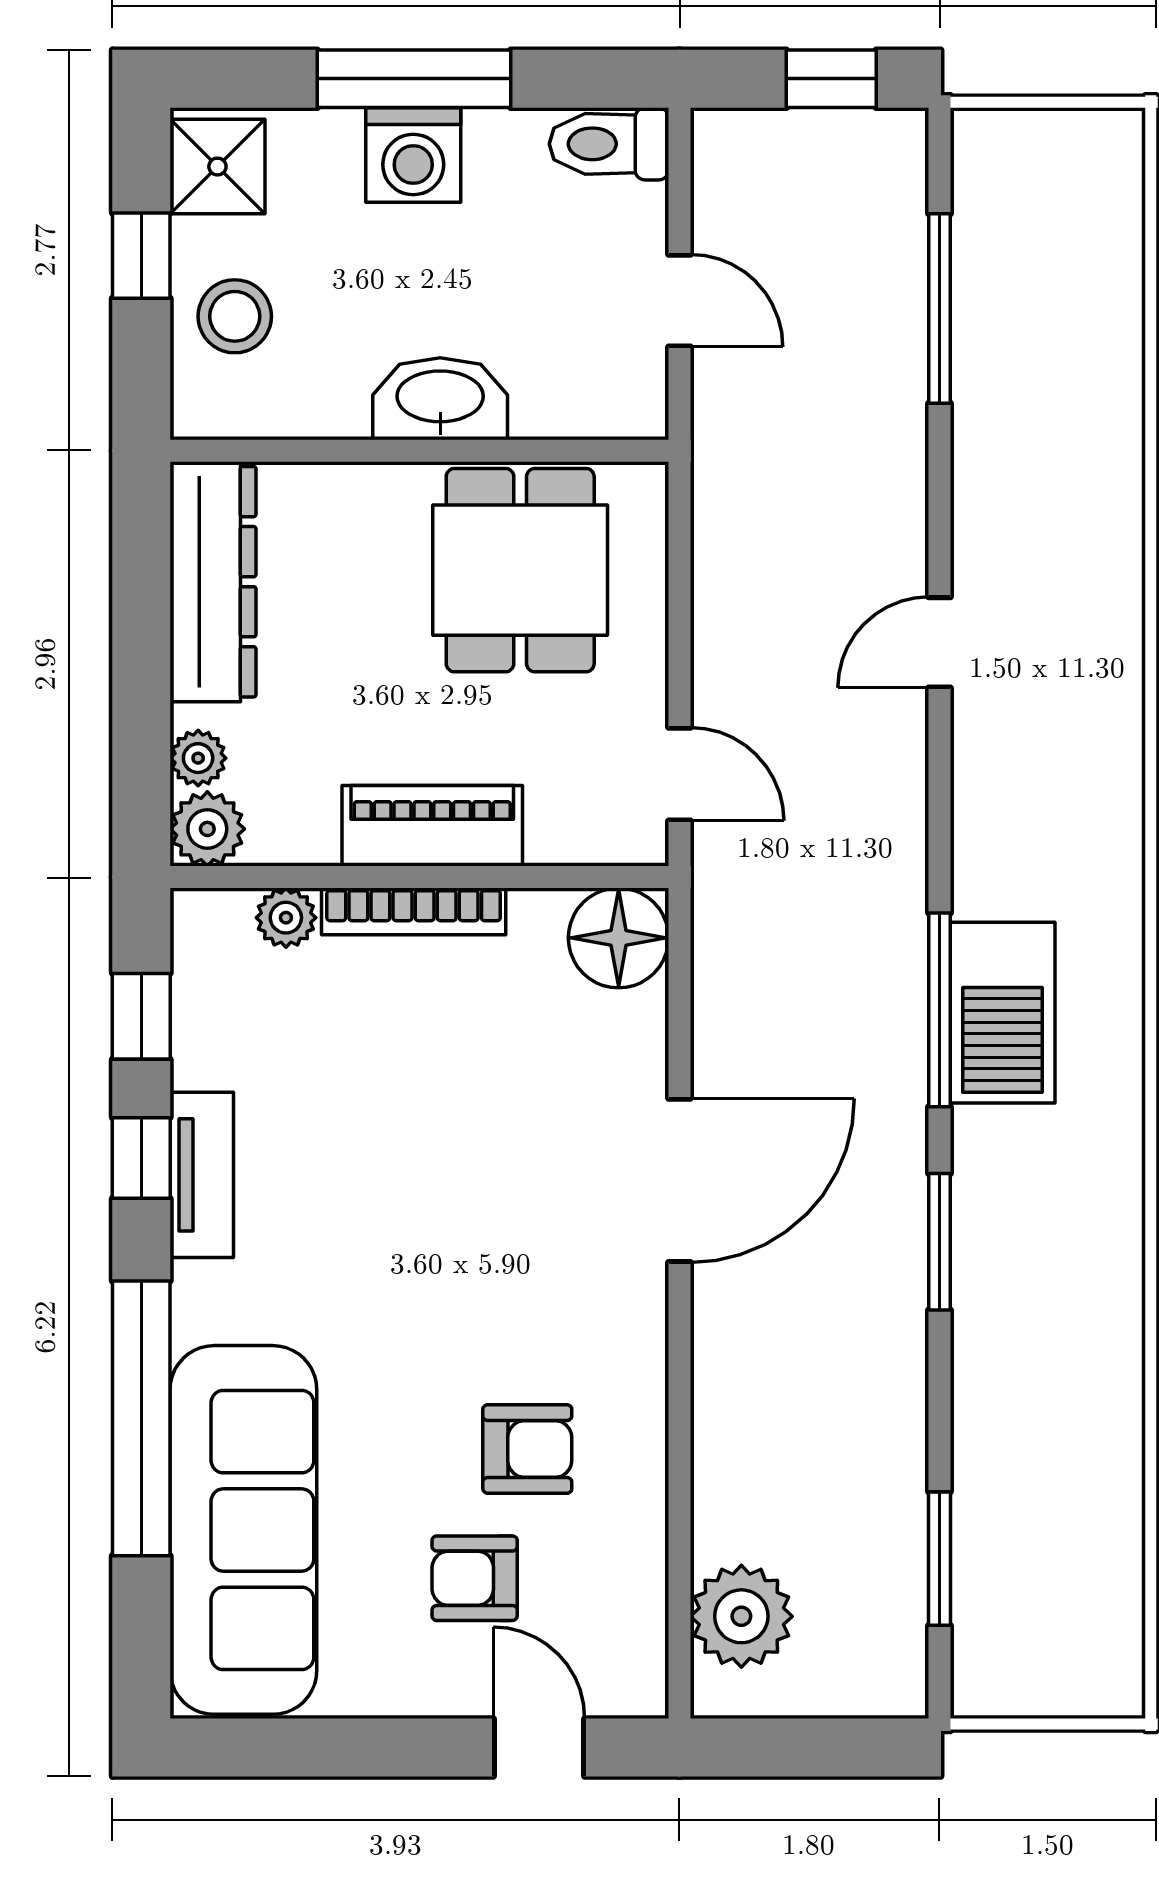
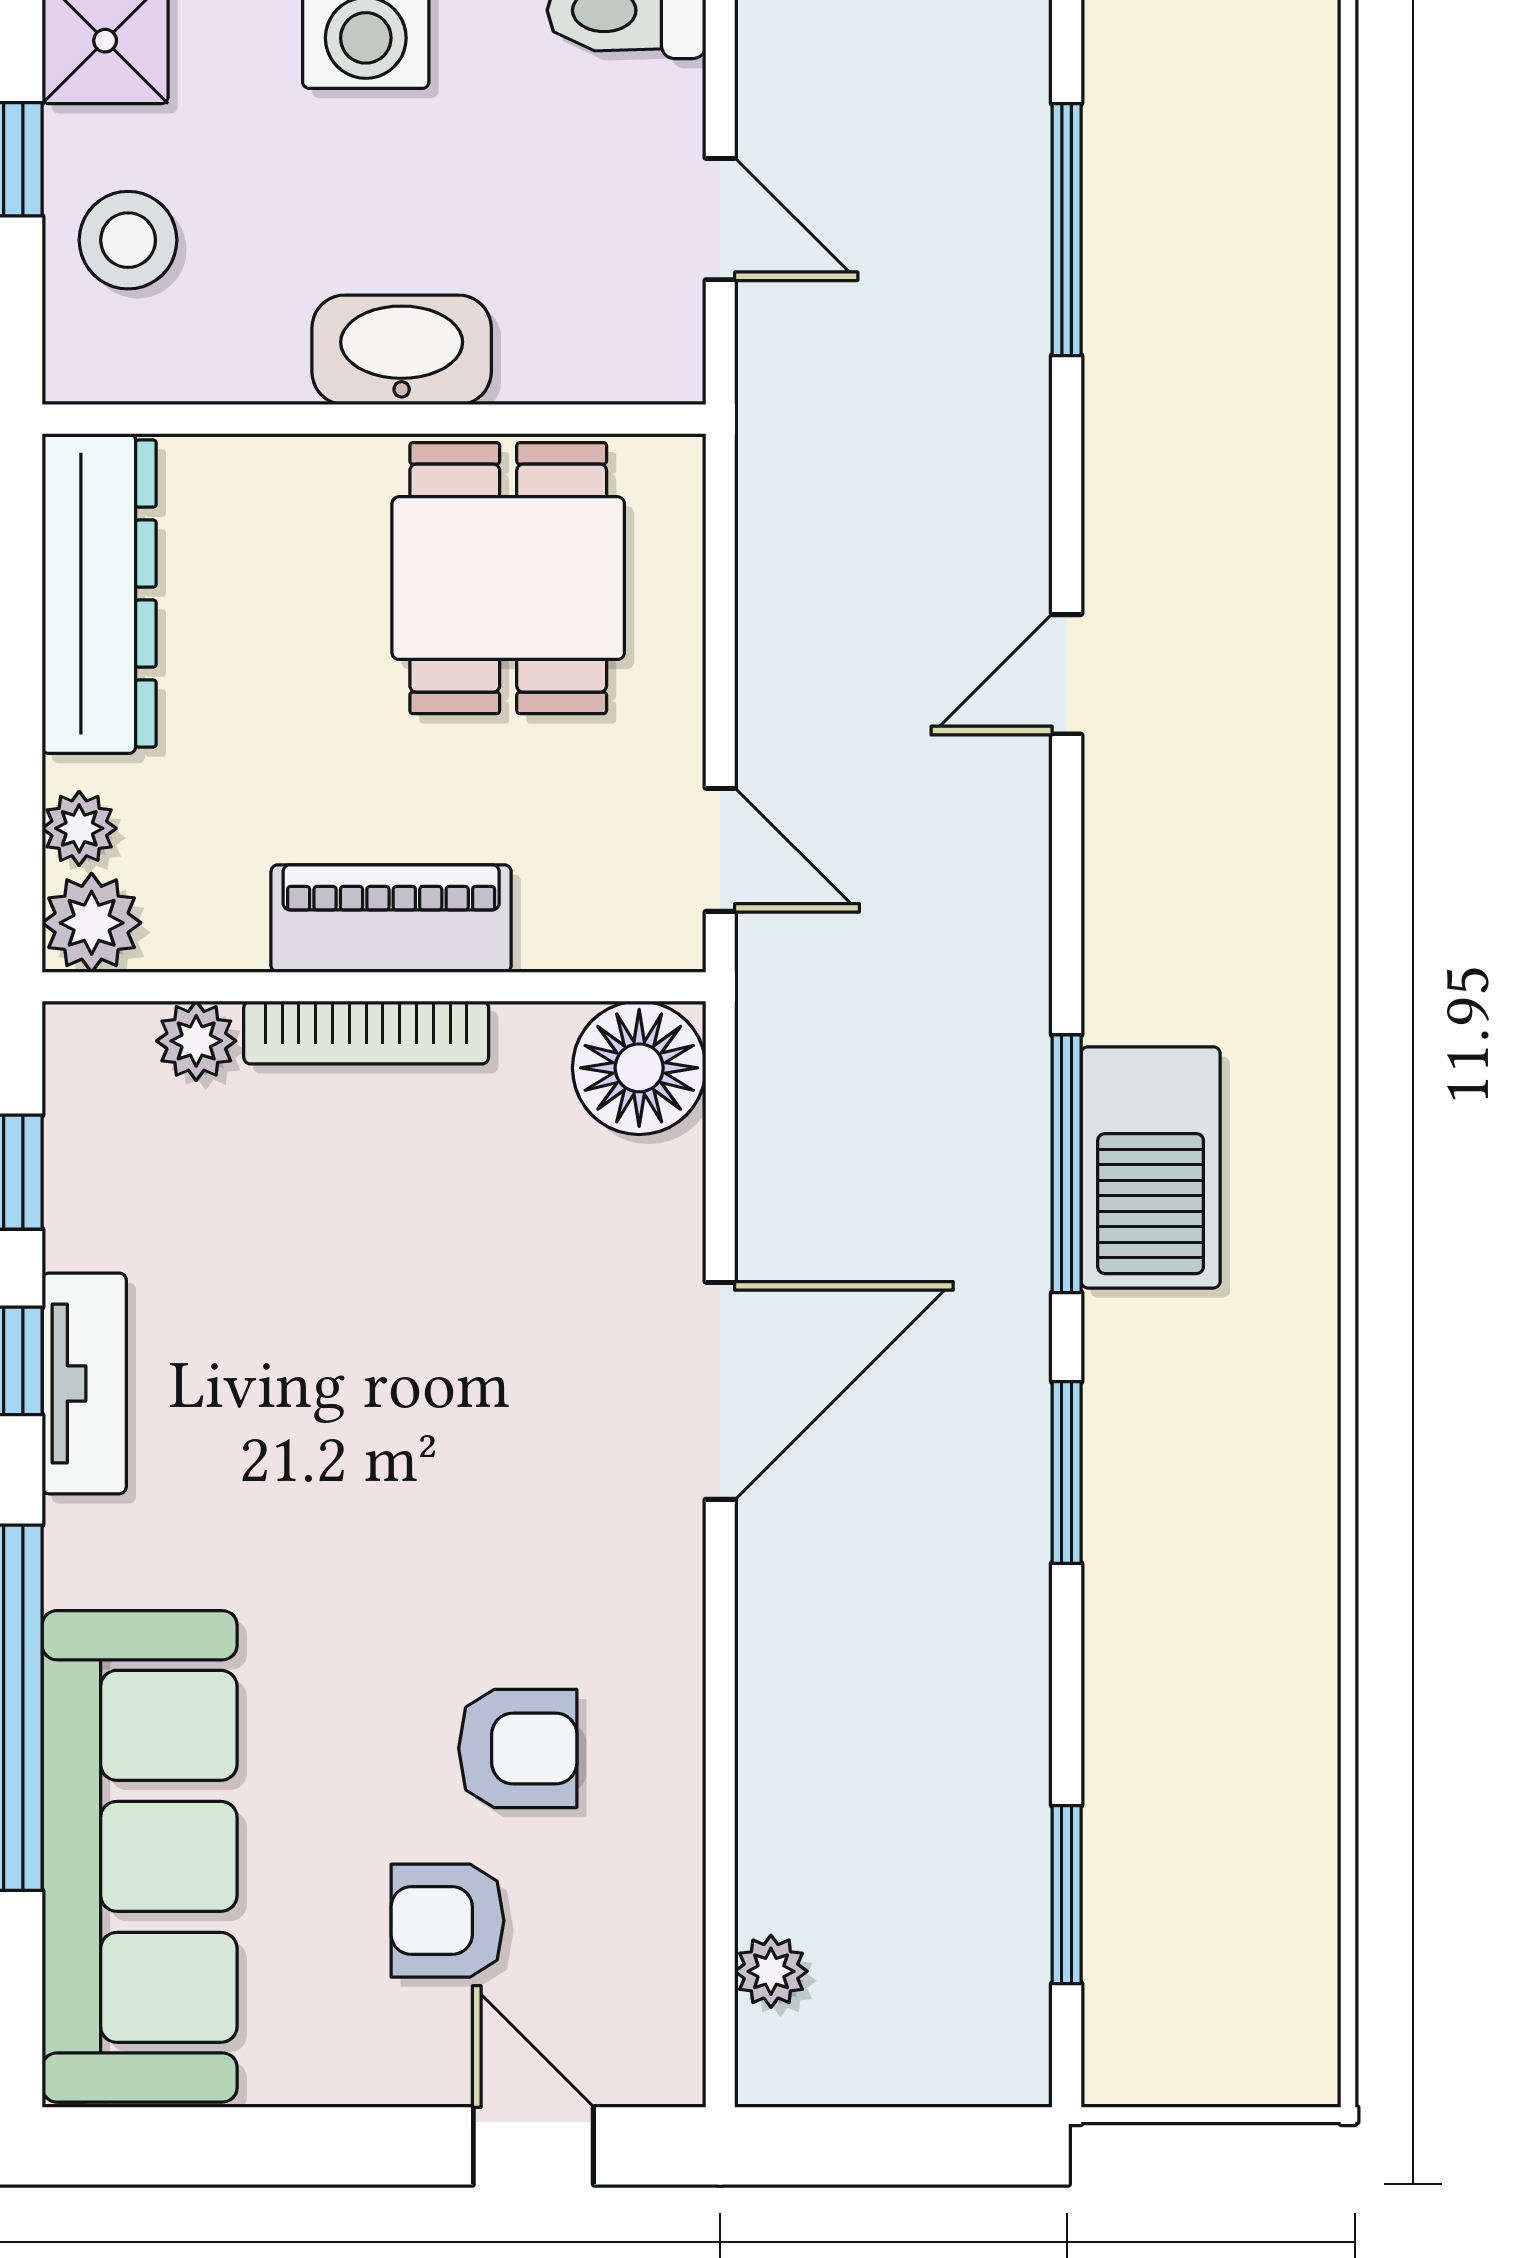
plant: (741, 1616) -> (771, 1971), width x0.53, depth x0.53

